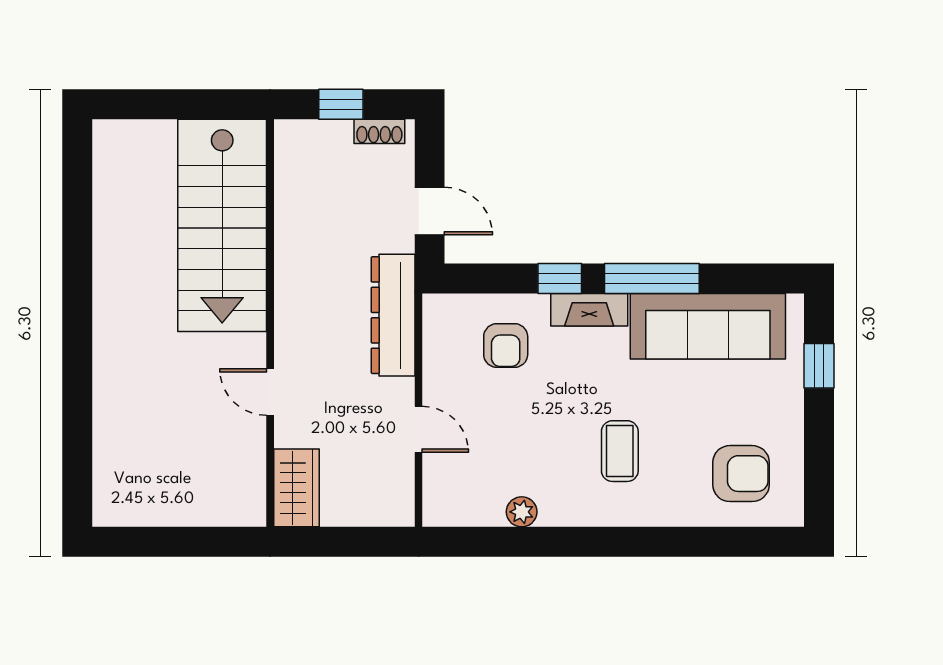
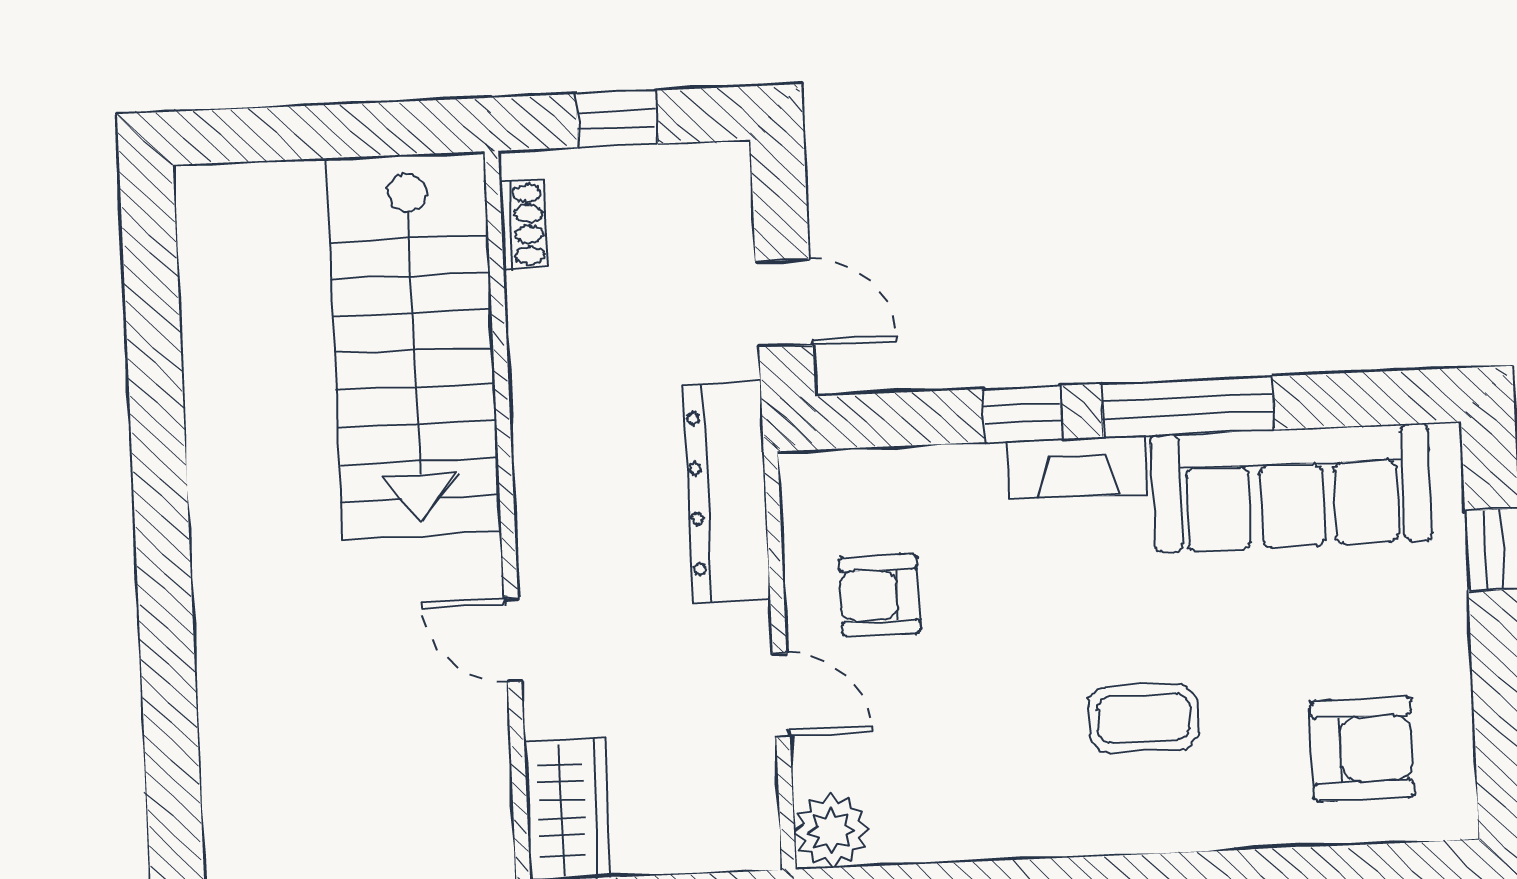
shoe rack: (379, 131) -> (523, 224), moved, turned -90
armchair: (506, 346) -> (880, 595), moved, turned 90
coffee table: (620, 451) -> (1143, 718), turned 90
plant: (522, 512) -> (831, 831), moved, width x1.38, depth x1.38

